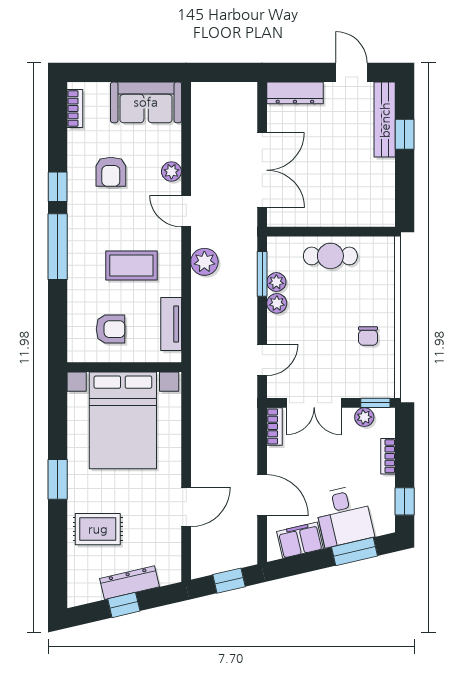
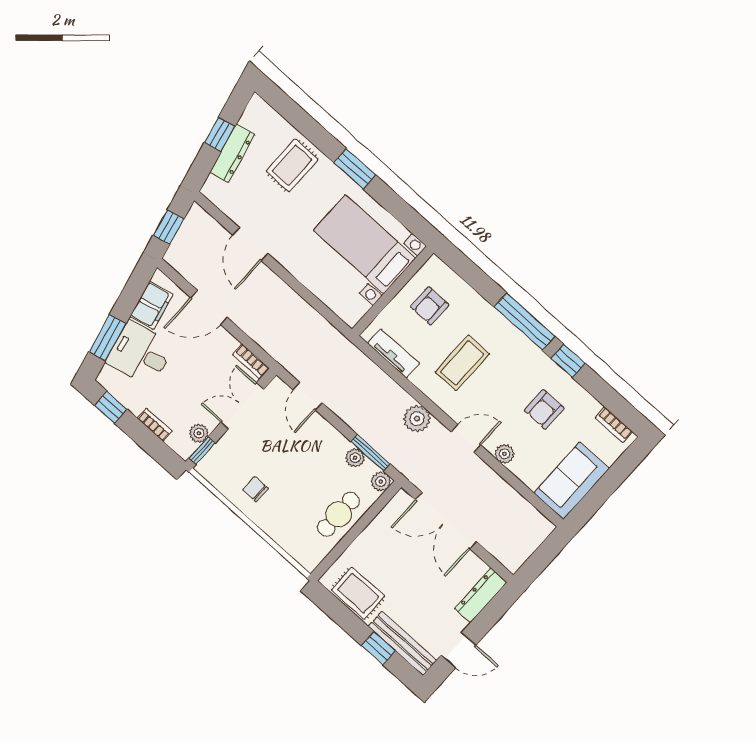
armchair: (111, 172) -> (544, 409), turned -90
rug: (377, 187) -> (358, 593), added
plant: (277, 303) -> (381, 481), moved
bed with nightstands: (123, 420) -> (365, 244), width x0.73

